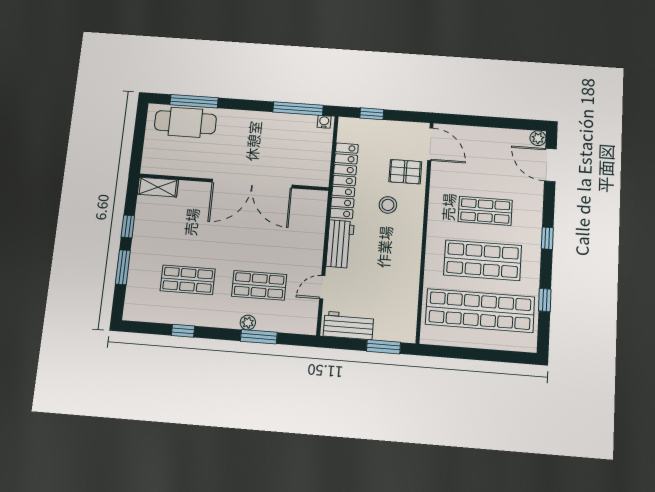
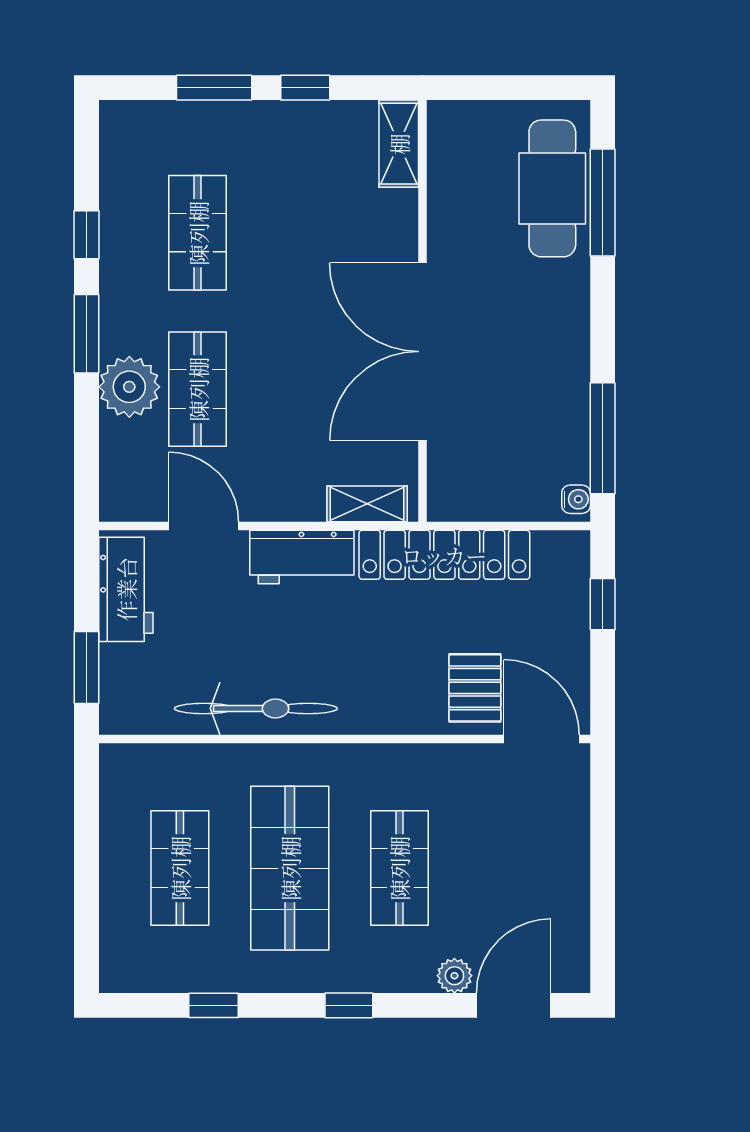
plant: (538, 138) -> (454, 976), moved
door: (430, 144) -> (542, 739), swing flipped
stool: (388, 205) -> (397, 655), removed
shelving: (318, 213) -> (367, 504), added
bicycle: (408, 270) -> (256, 708), added
door: (322, 287) -> (204, 526), width x1.38
shop shelf: (480, 311) -> (180, 868), width x0.50, depth x0.74
plant: (248, 323) -> (129, 387), width x1.87, depth x1.87
window: (259, 337) -> (86, 334), moved

